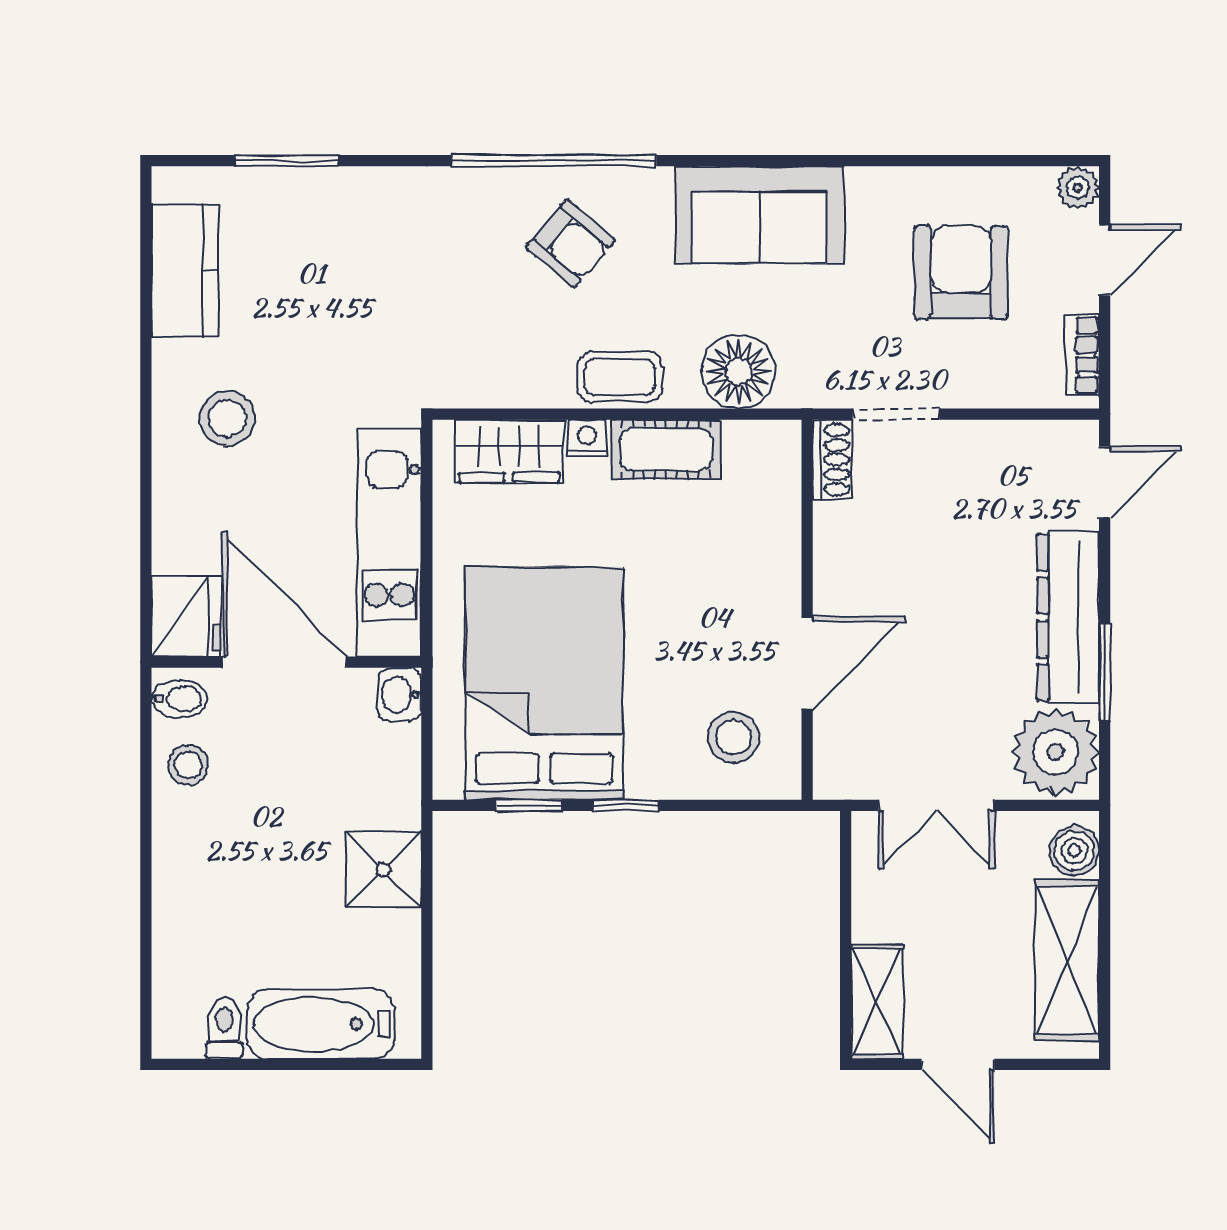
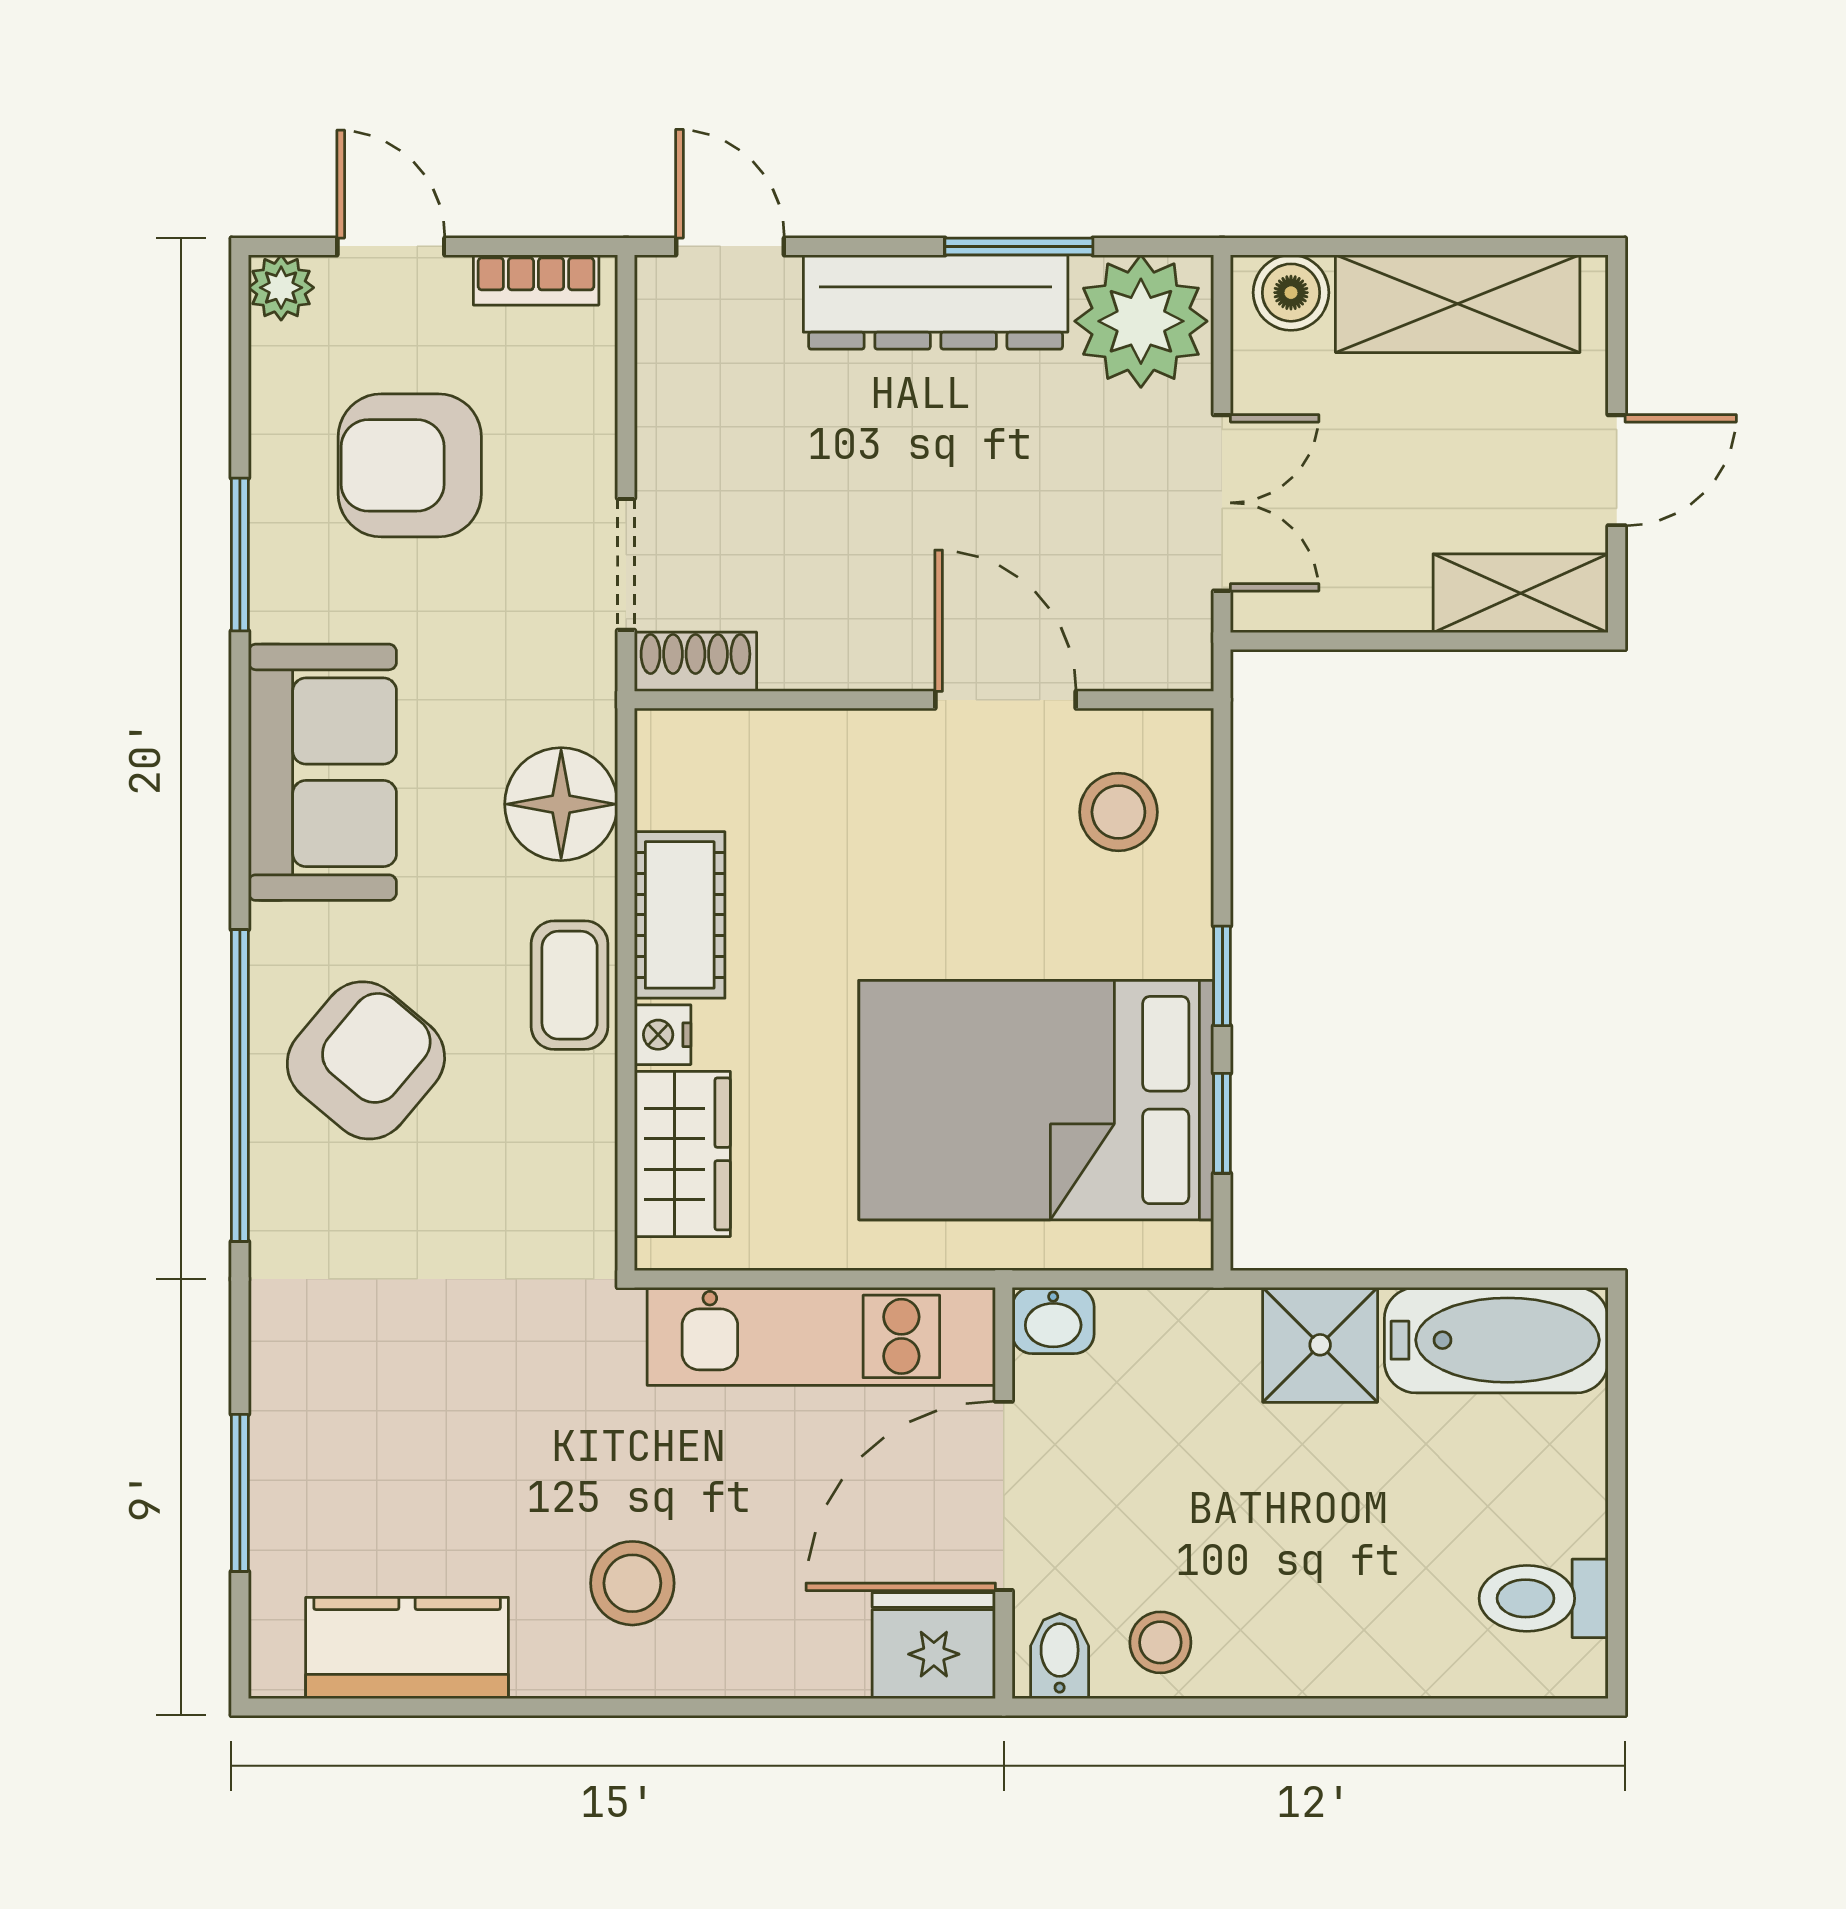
window: (903, 161) -> (240, 554), added
armchair: (570, 243) -> (366, 1060), width x1.38, depth x1.38
bathtub: (321, 1024) -> (1496, 1340), moved, turned -90
toilet: (224, 1028) -> (1544, 1598), width x1.37, depth x1.39

